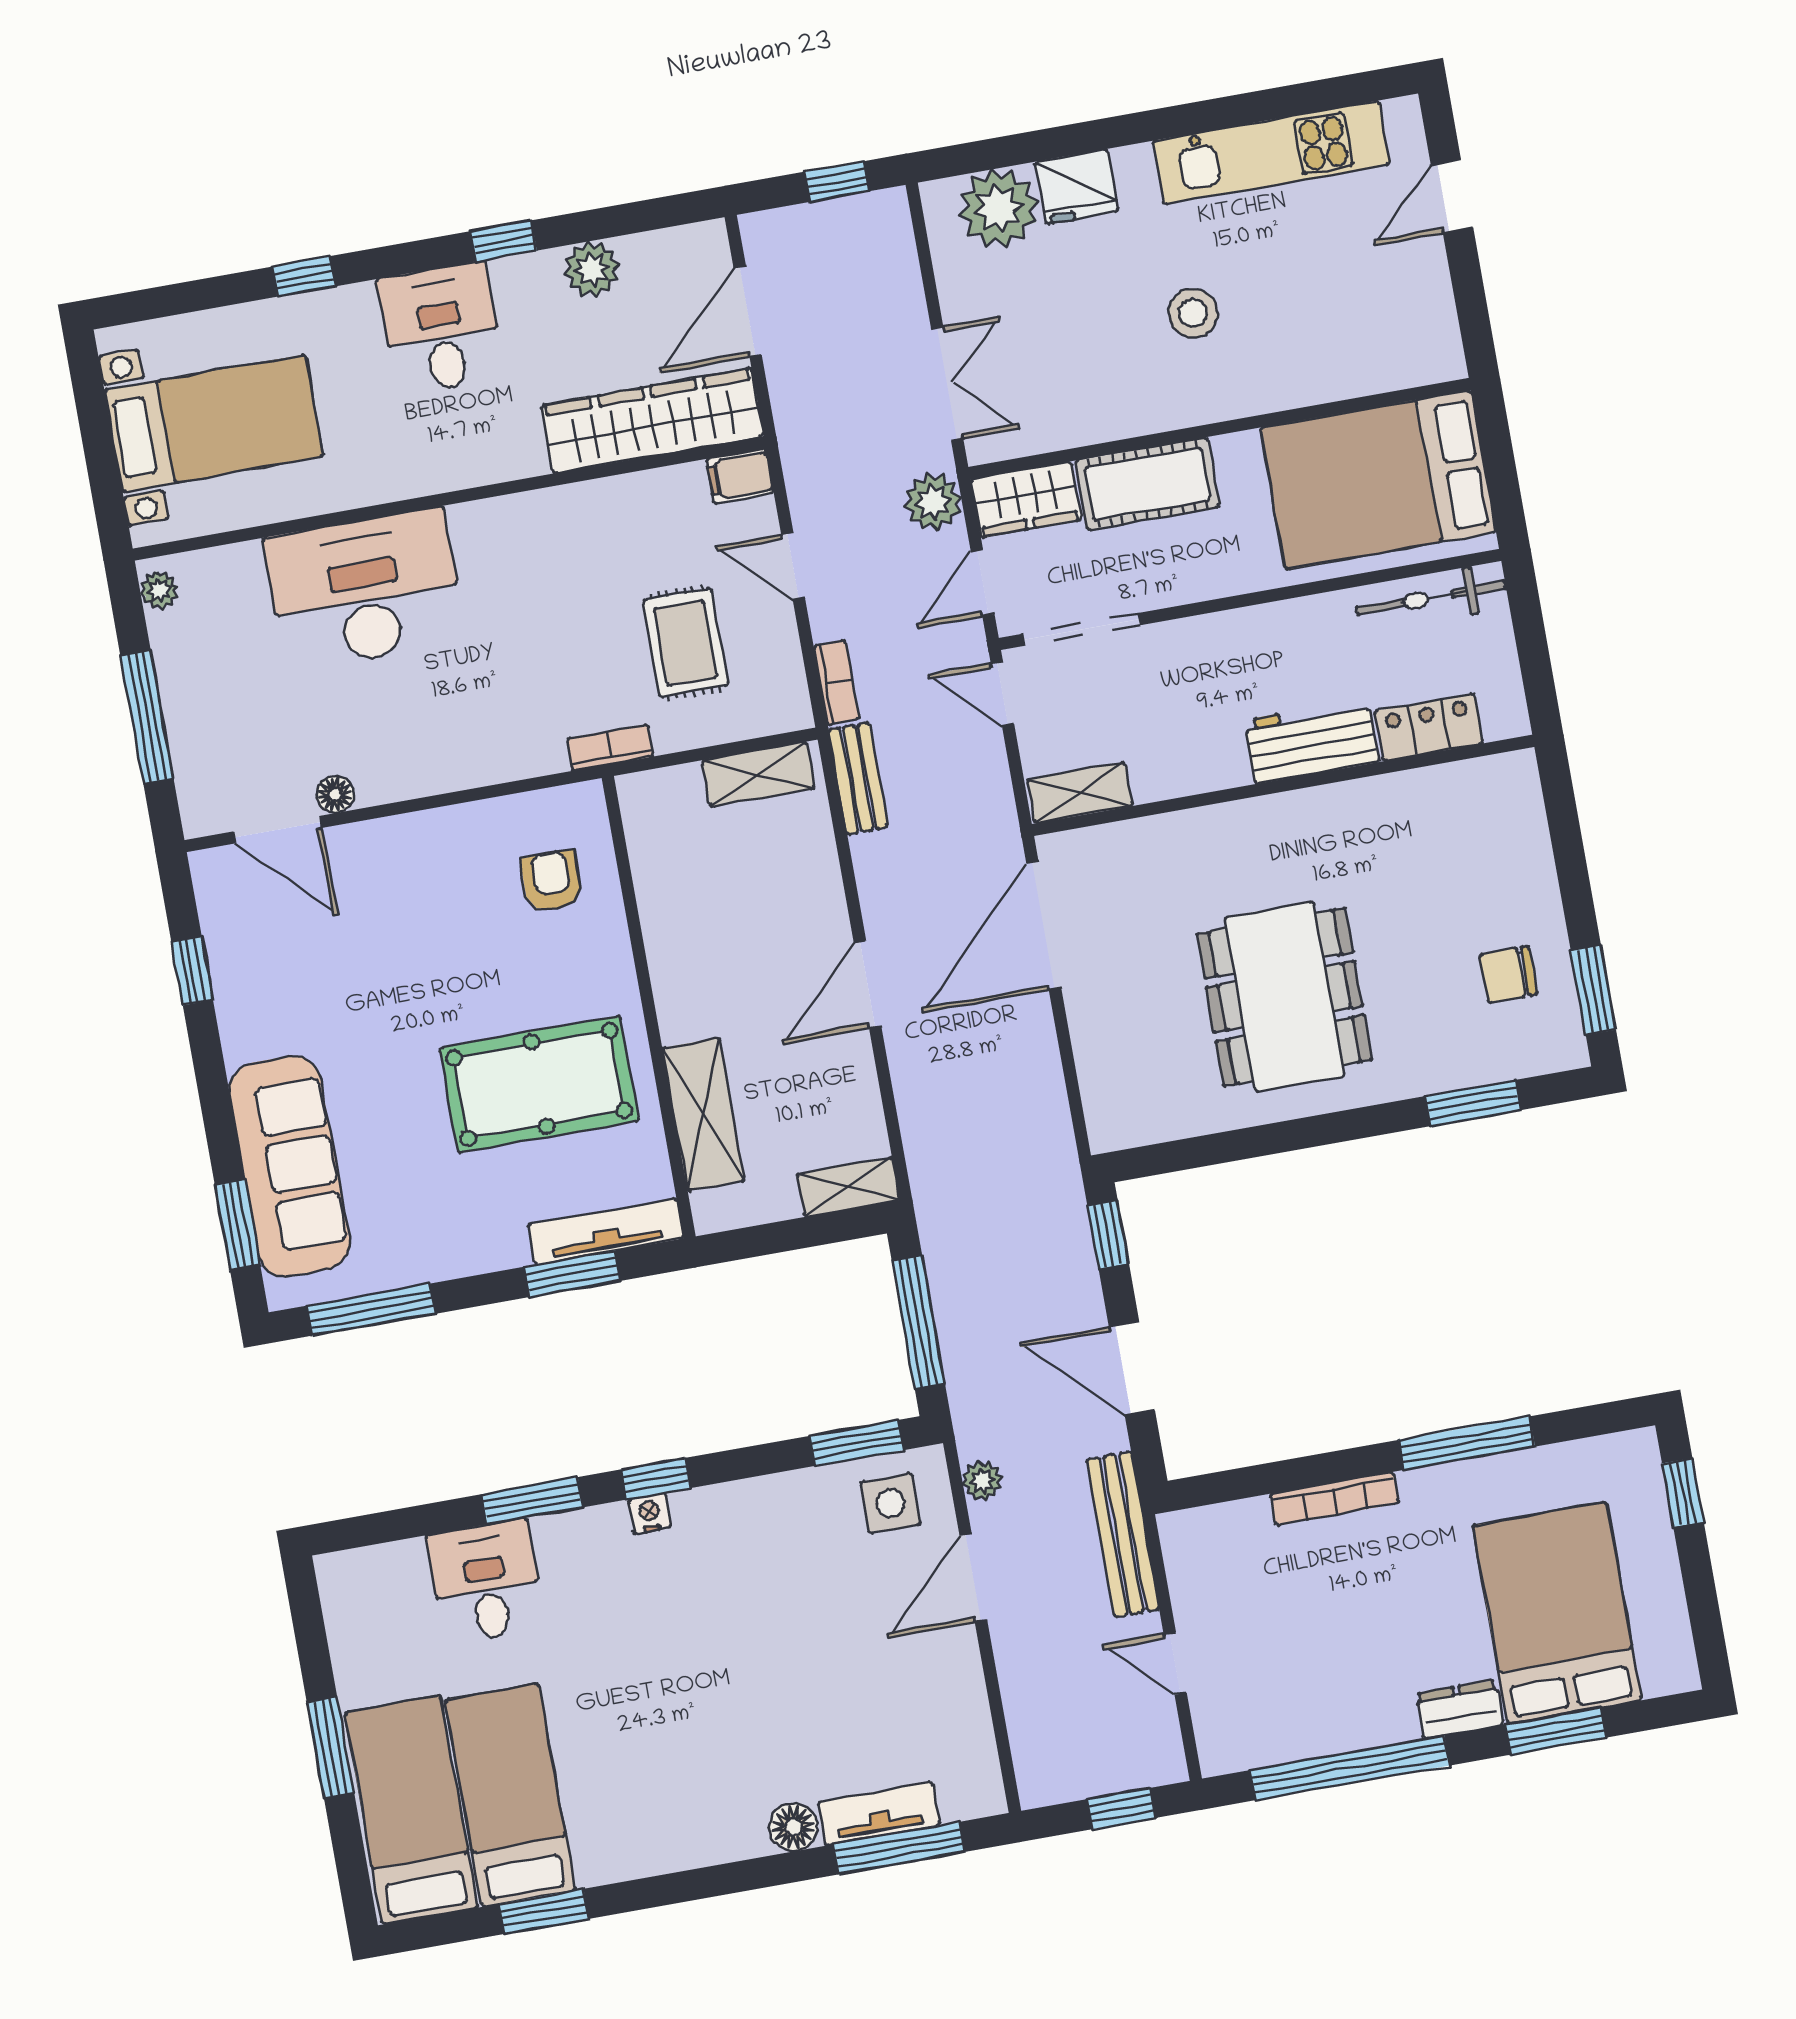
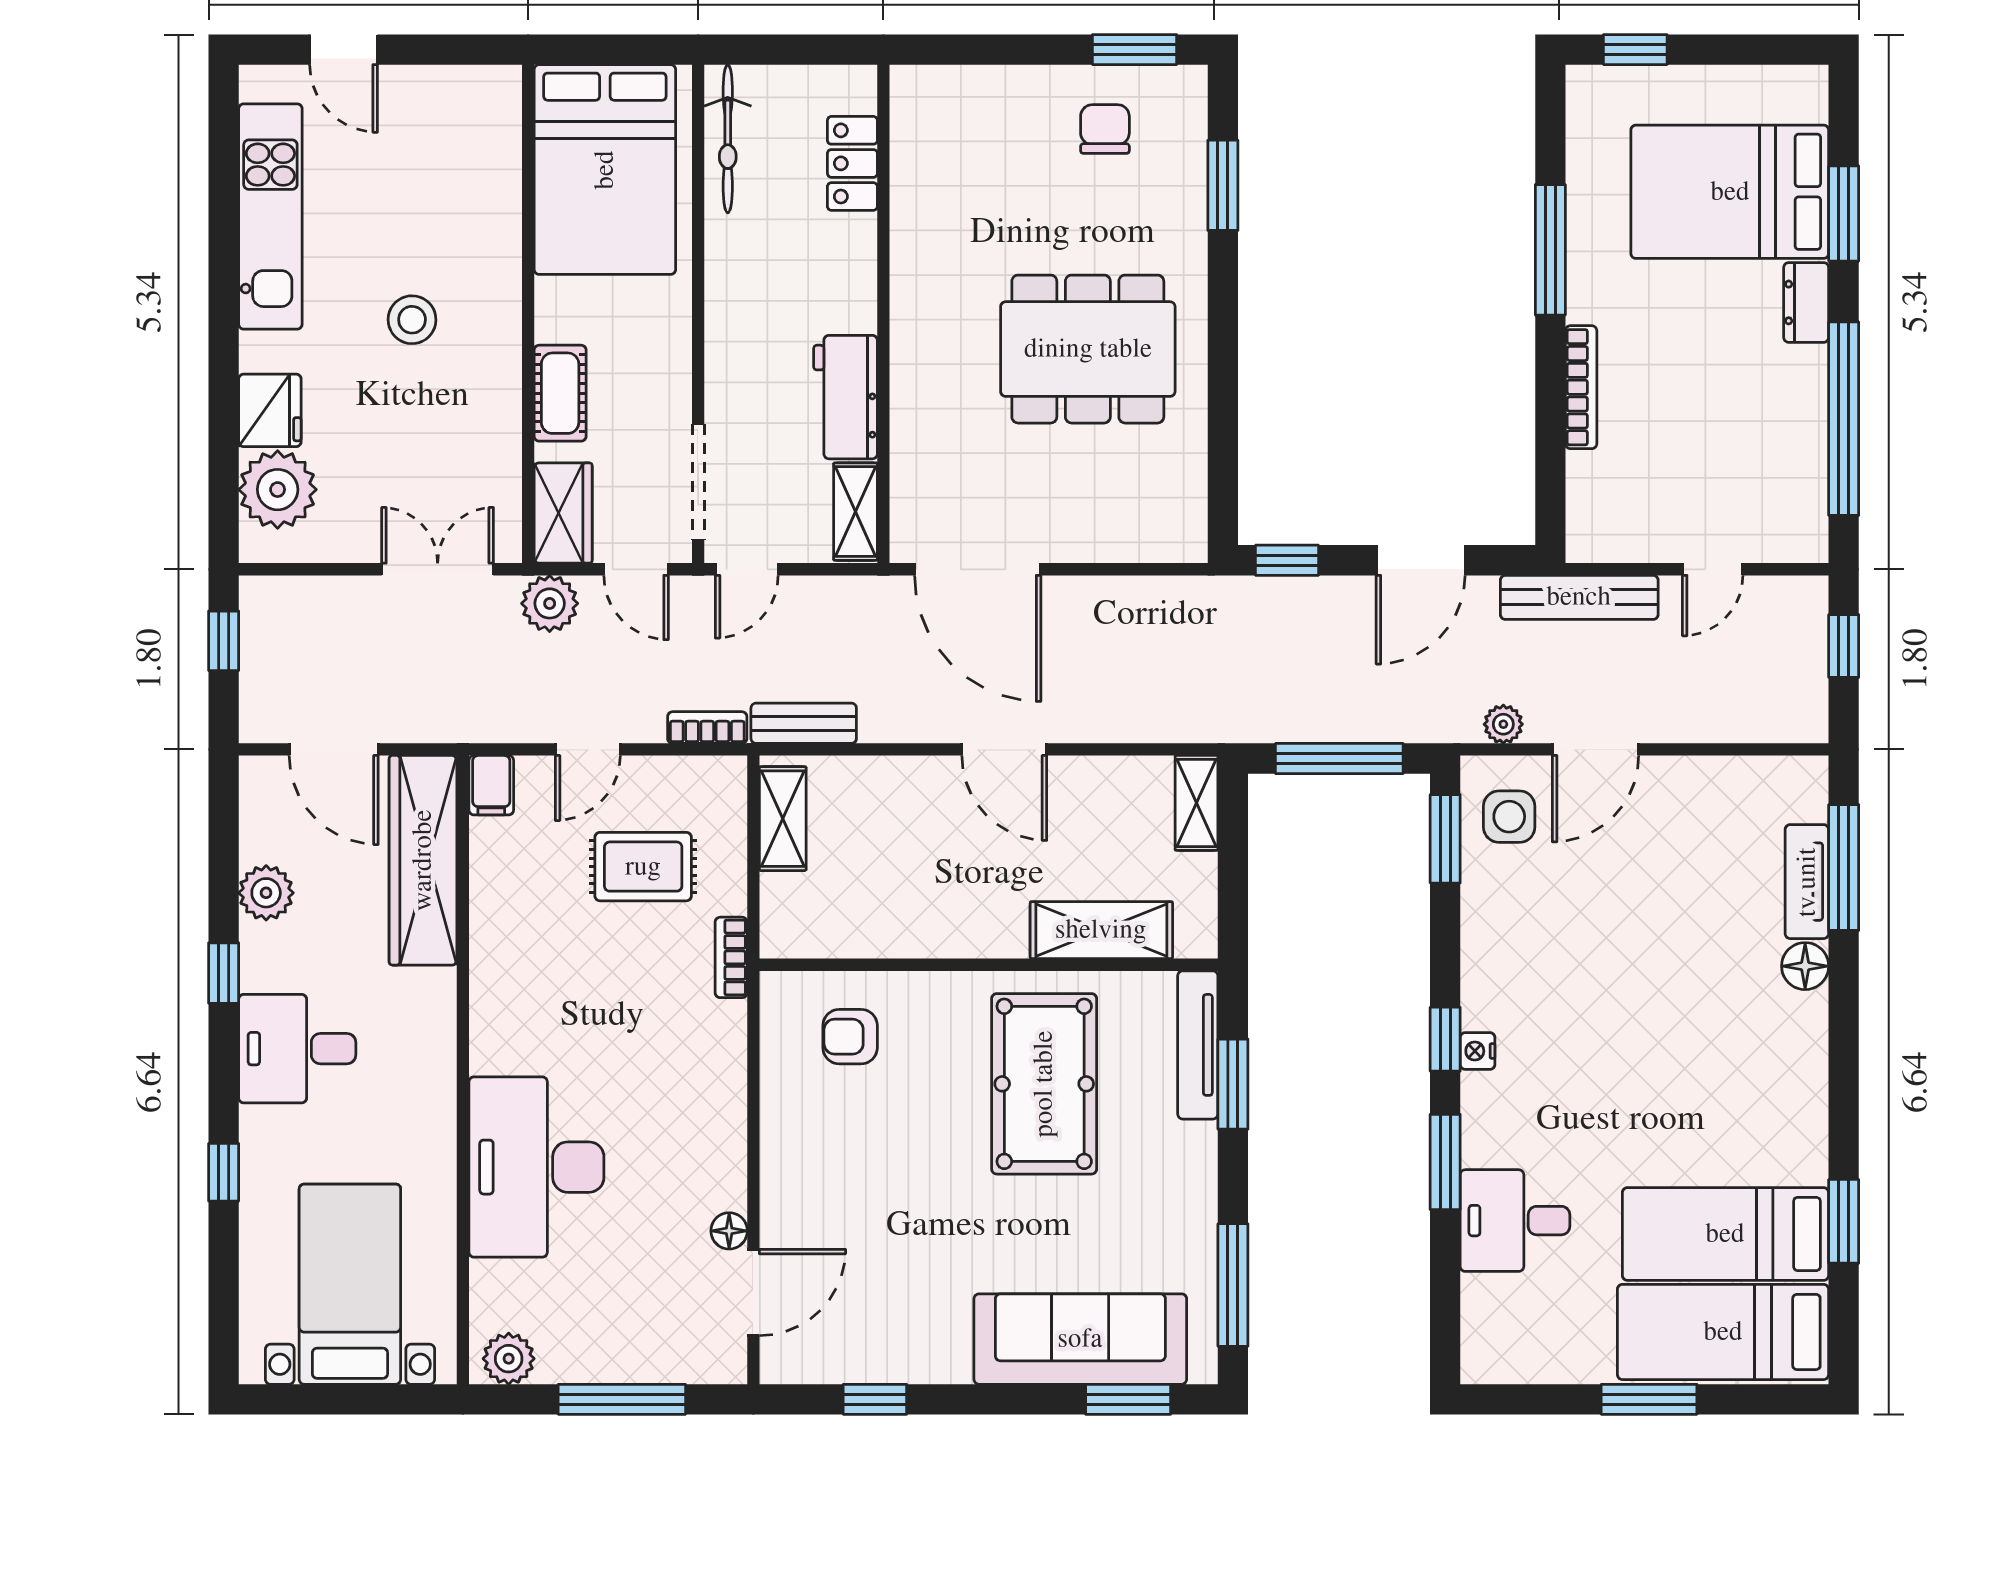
cot: (1147, 484) -> (560, 393), width x0.73, depth x0.75
plant: (159, 590) -> (509, 1359), width x1.38, depth x1.38
workbench: (1312, 741) -> (846, 397), moved
chair: (1508, 975) -> (1105, 129), turned 180
door: (973, 1578) -> (1596, 749), hinge flipped

